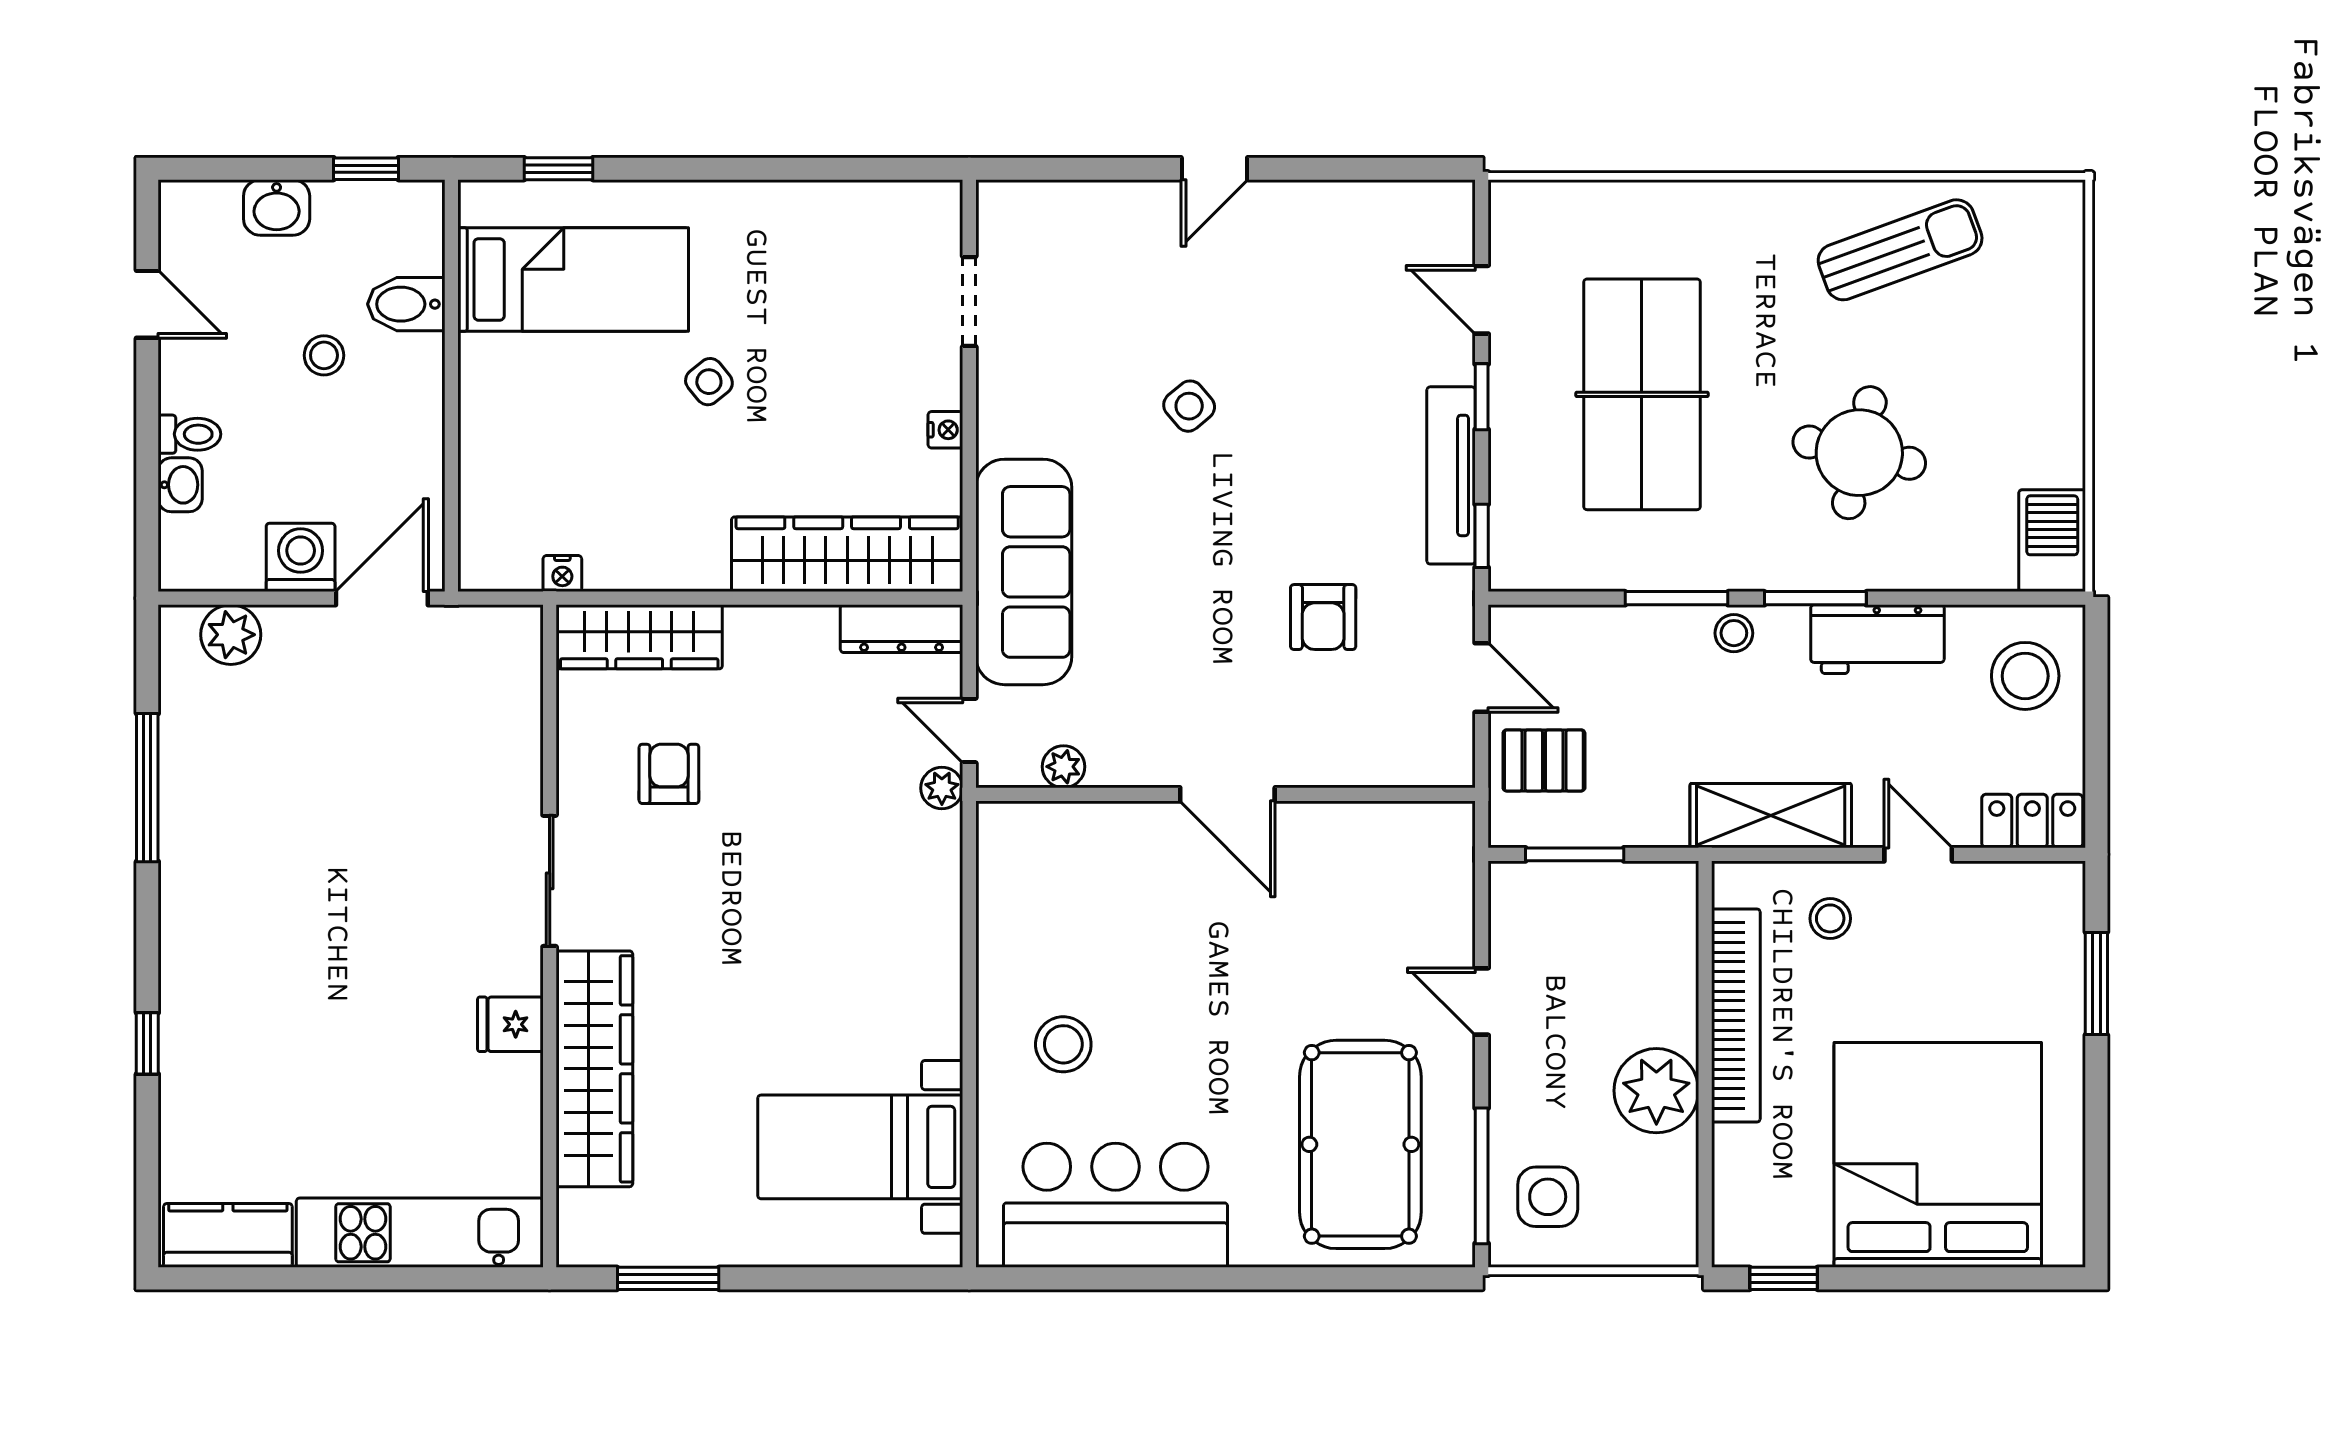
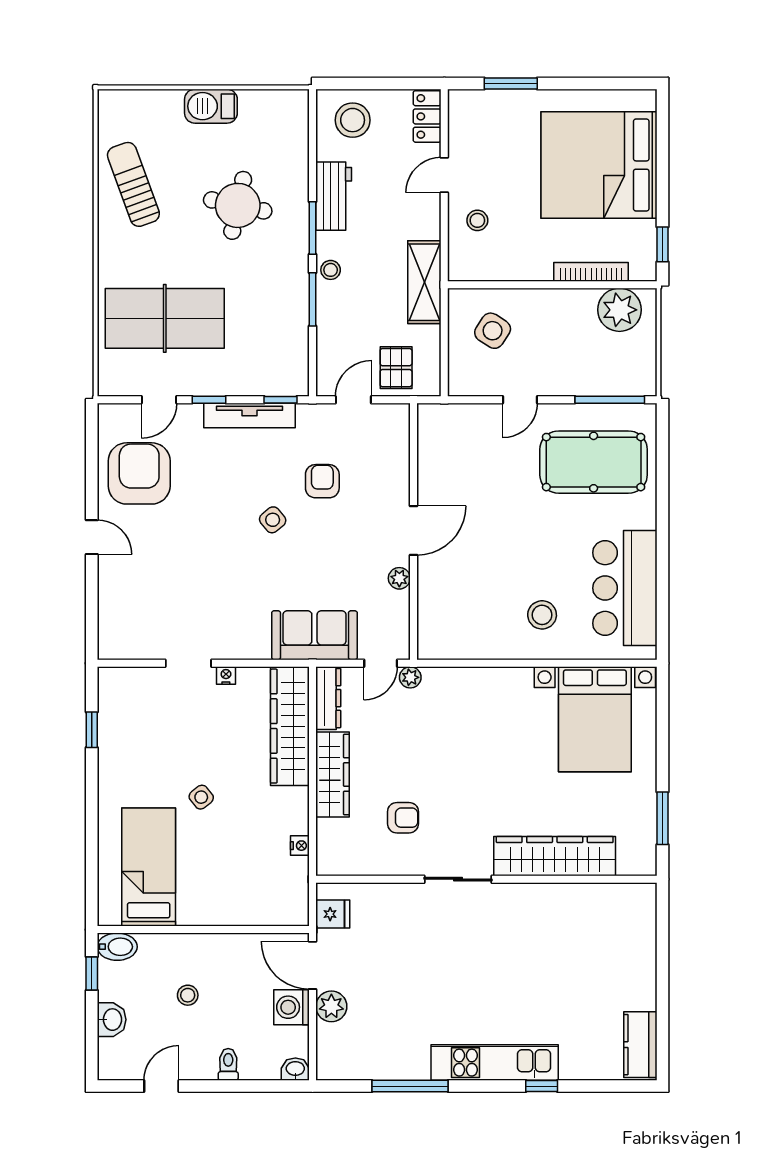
window: (558, 169) -> (92, 730), moved
armchair: (1338, 261) -> (139, 473), added
doorway: (969, 302) -> (188, 663), moved
bidet: (406, 304) -> (117, 947), moved, turned -90
table tennis table: (1642, 394) -> (165, 318), moved
side table: (1189, 406) -> (273, 520), moved
washbasin: (180, 485) -> (295, 1069), moved
barbecue: (2052, 541) -> (211, 106), moved
sofa: (1024, 572) -> (314, 635), width x0.73
nightstand: (562, 574) -> (300, 846), moved
armchair: (1323, 617) -> (322, 481), turned -90
plant: (231, 635) -> (331, 1006), moved
wardrobe: (639, 637) -> (332, 775), moved
plant: (1064, 767) -> (399, 578), moved
armchair: (669, 774) -> (403, 818), turned 180
shelving: (1771, 816) -> (424, 282), moved
window: (1575, 854) -> (444, 352), removed
bookcase: (1736, 1016) -> (591, 272), moved, width x0.68, depth x0.76
fridge: (510, 1024) -> (333, 914), moved, turned -90
plant: (1656, 1091) -> (619, 310), moved
bed with nightstands: (860, 1147) -> (595, 719), width x1.36
side table: (1548, 1197) -> (493, 331), moved, turned 33
kitchen unit: (420, 1233) -> (495, 1063), moved, turned 90

